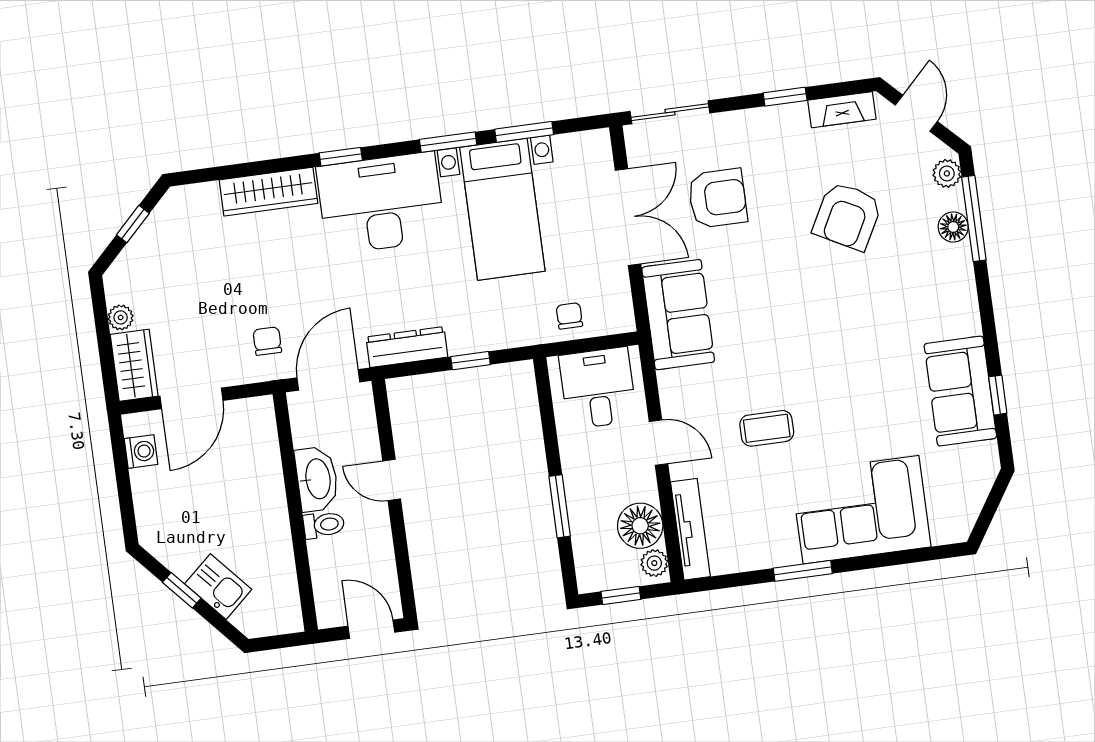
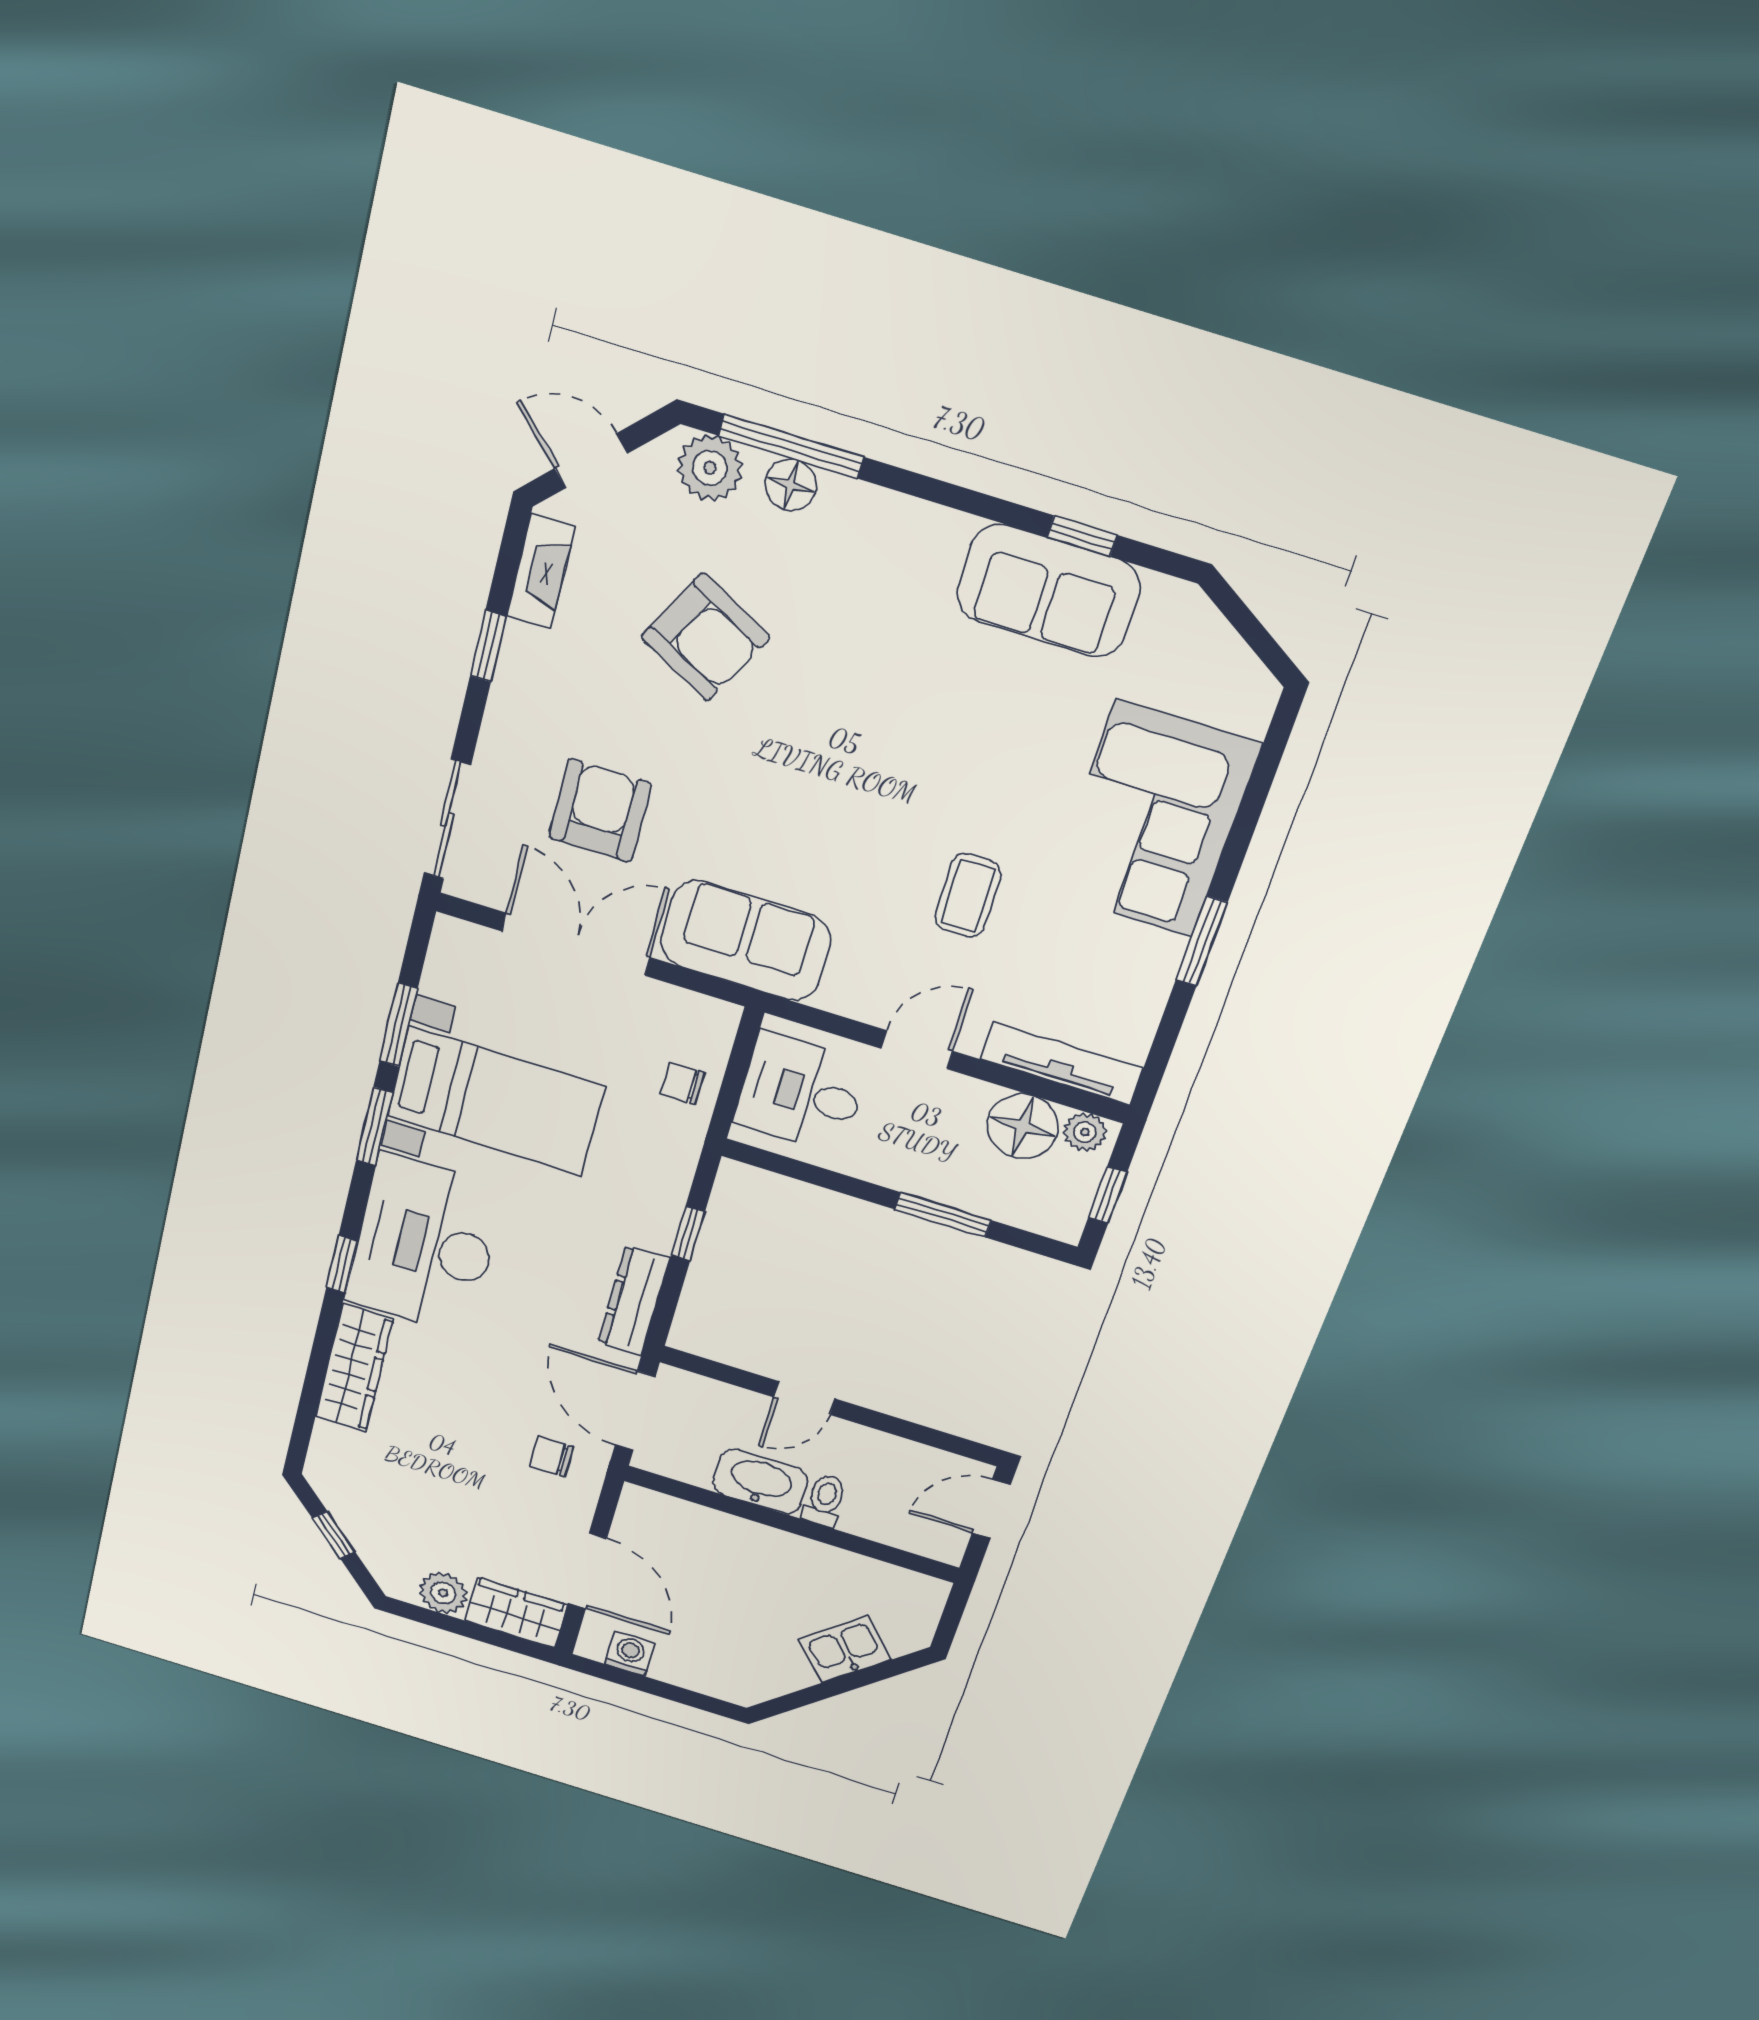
plant: (947, 173) -> (710, 468), width x1.38, depth x1.38
plant: (121, 317) -> (443, 1593), width x1.38, depth x1.38
window: (182, 590) -> (829, 1689), removed

